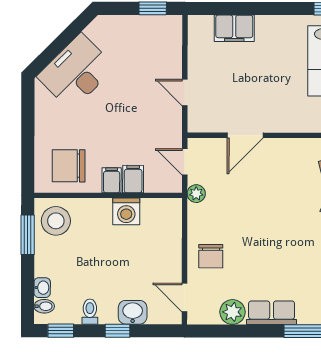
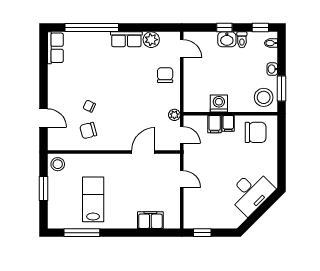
washbasin: (42, 288) -> (272, 69), moved
washbasin: (133, 312) -> (227, 39), moved

